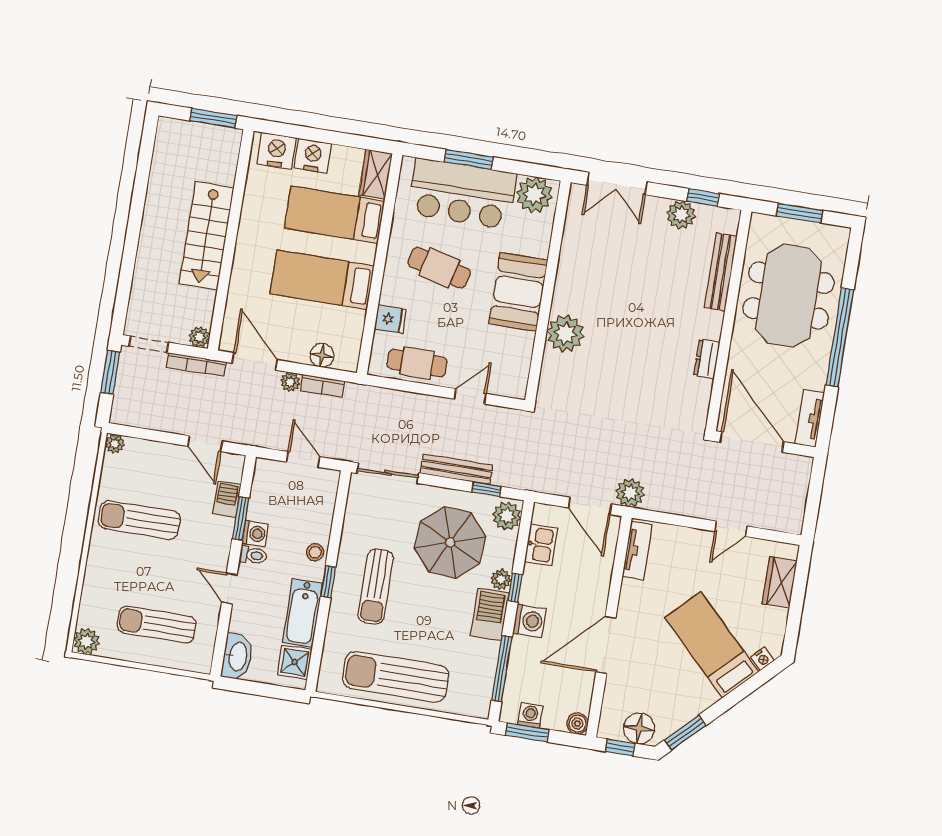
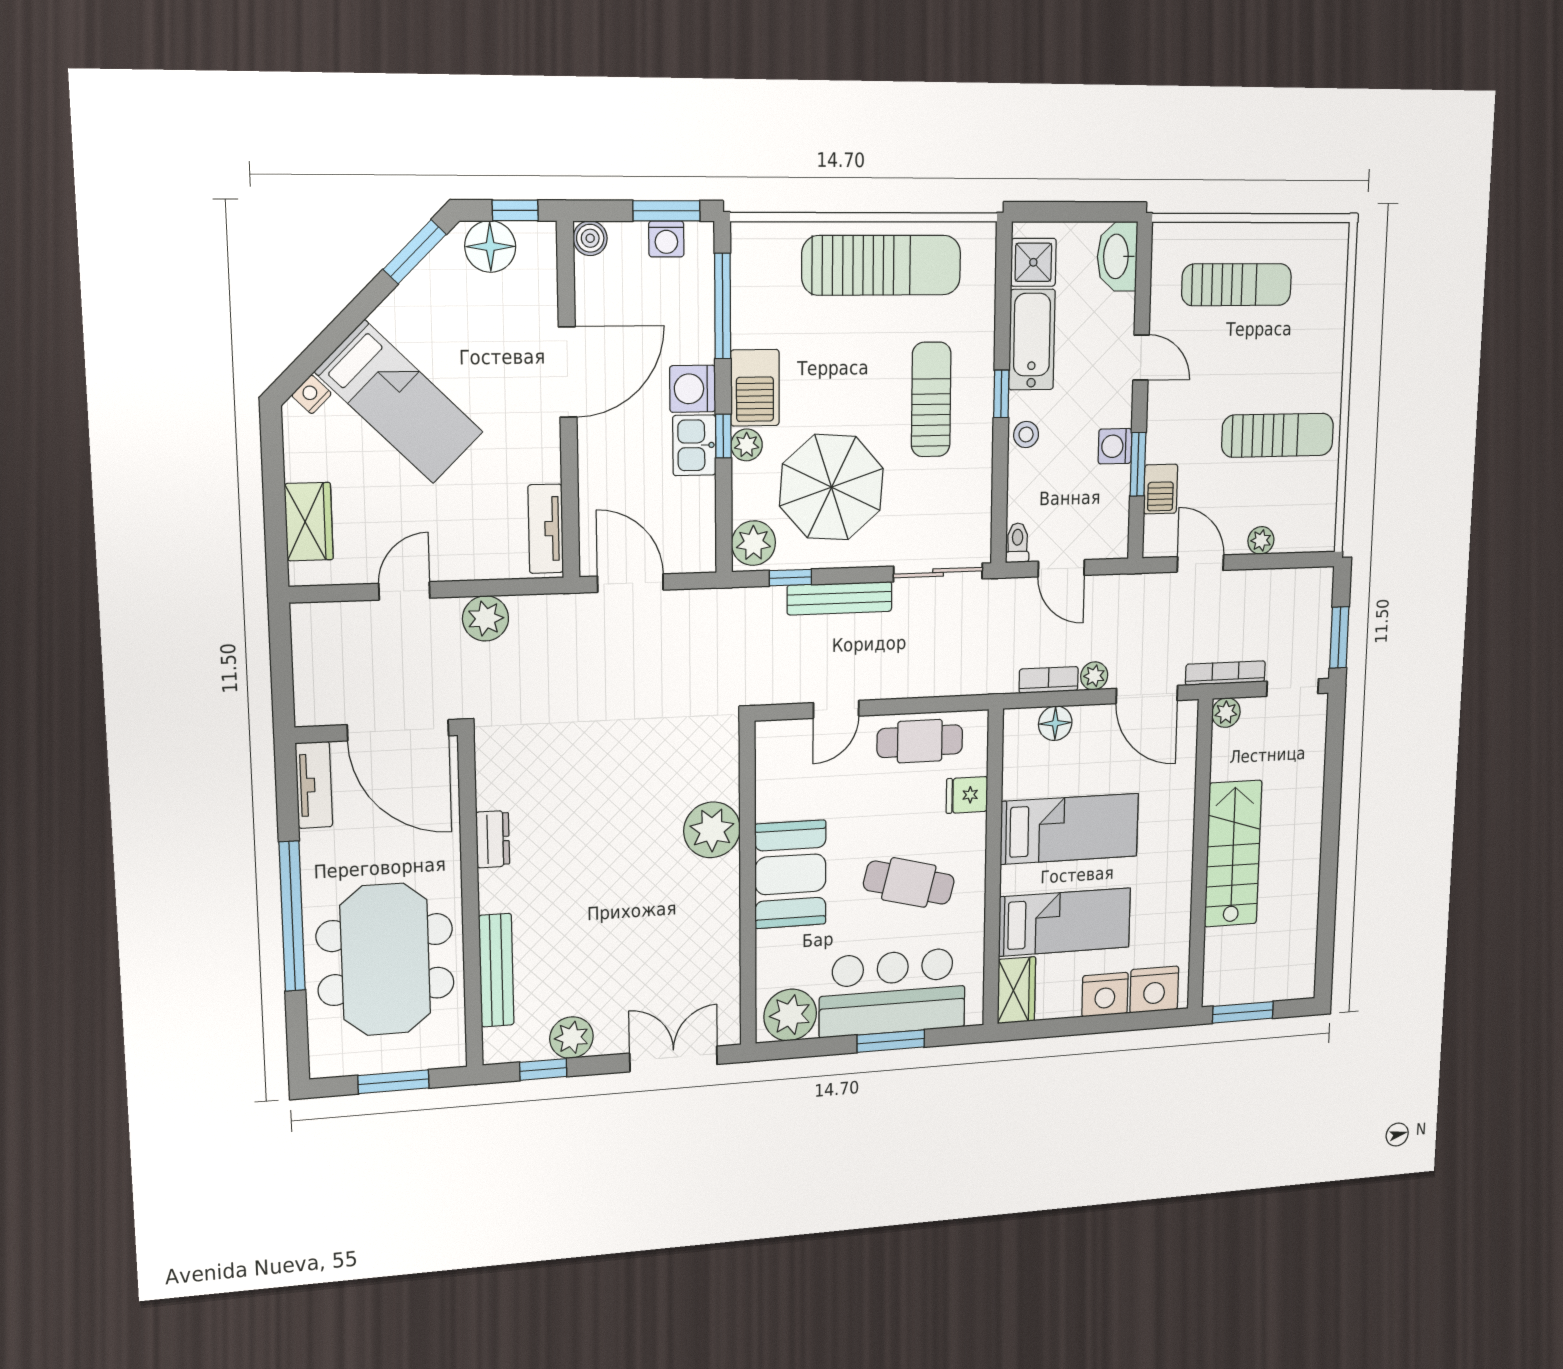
plant: (115, 444) -> (1261, 540), moved
plant: (630, 493) -> (486, 618), moved
kitchen sink: (541, 545) -> (694, 445), moved
toilet: (253, 555) -> (1017, 543), moved, turned 90
plant: (86, 641) -> (1331, 242), removed

